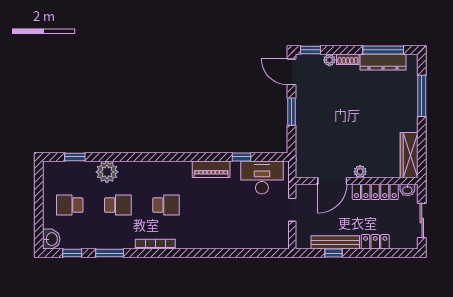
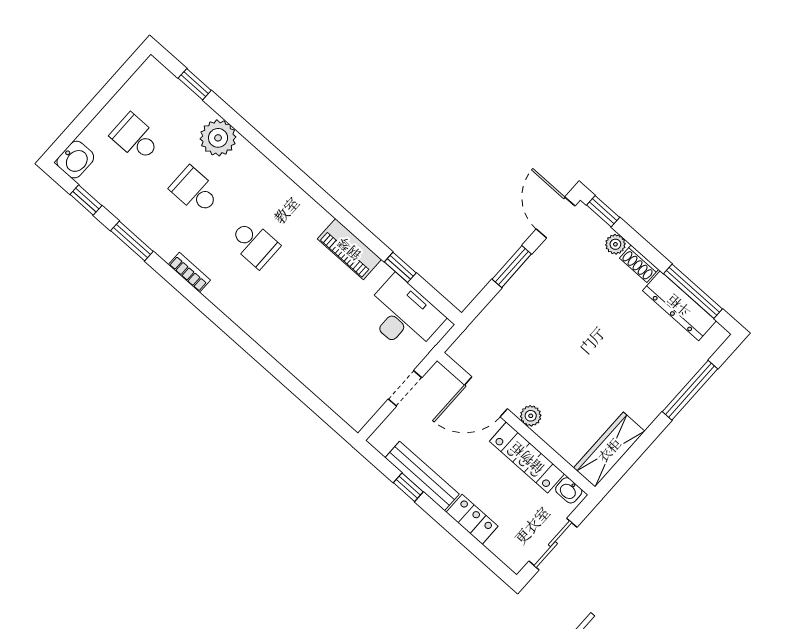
school desk: (118, 205) -> (195, 191), turned 180
bookcase: (155, 244) -> (189, 272), width x0.64

